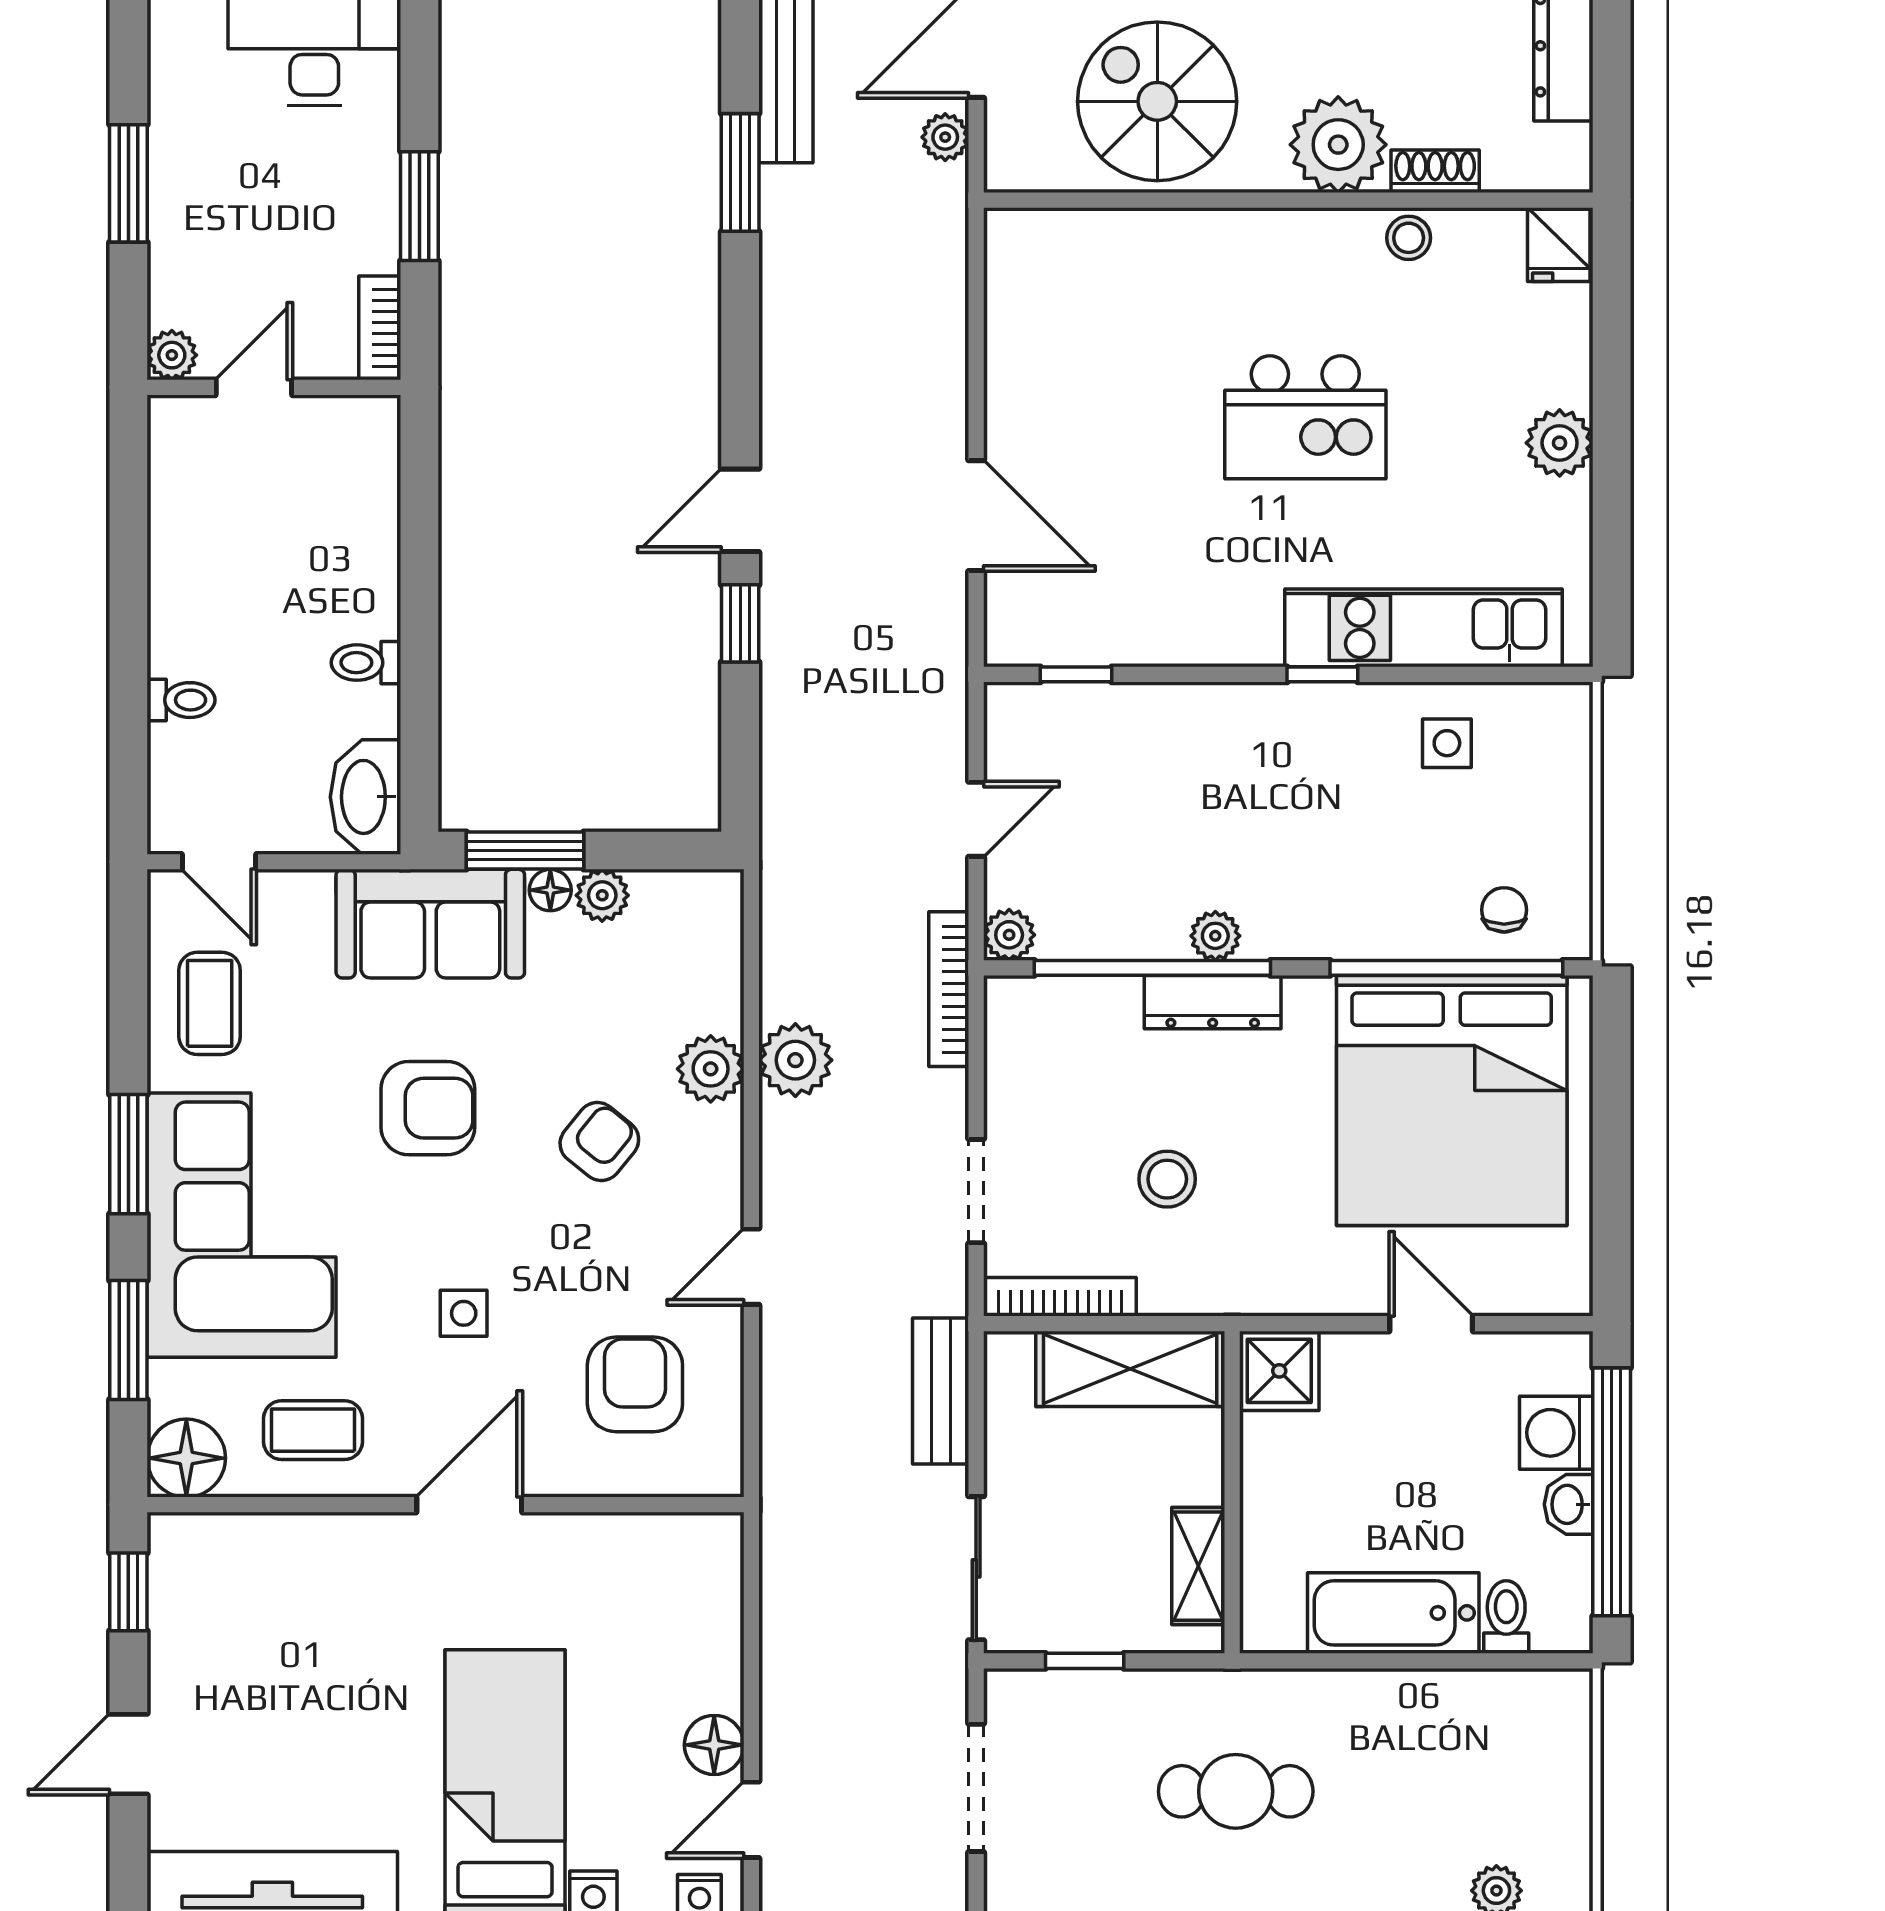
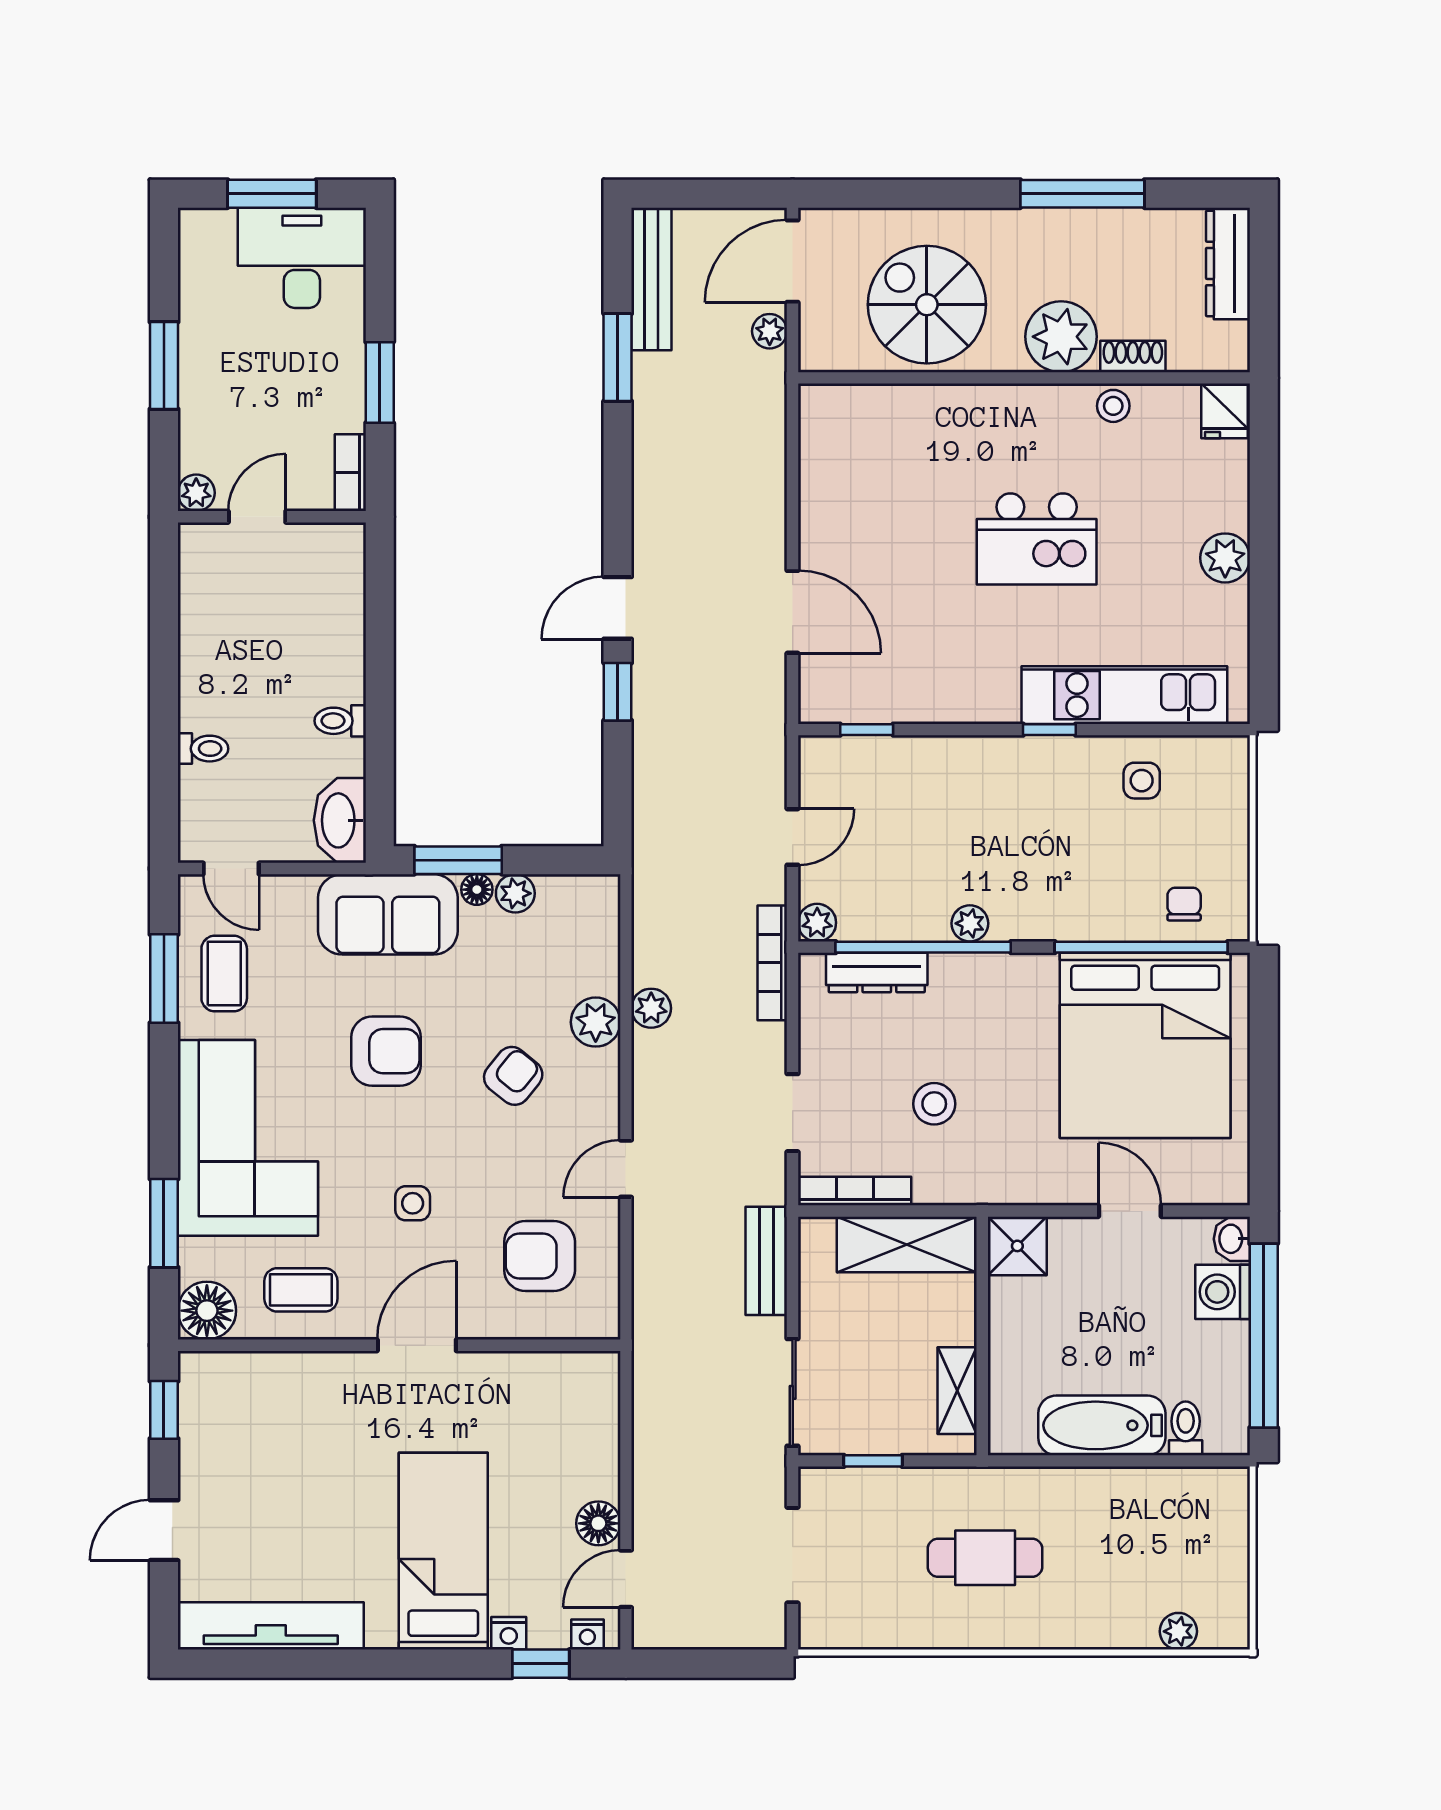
dresser: (1213, 1002) -> (877, 973), moved
plant: (795, 1060) -> (651, 1008), width x0.73, depth x0.73
window: (128, 1154) -> (164, 979), moved
armchair: (635, 1384) -> (540, 1256), turned -90
washbasin: (1569, 1504) -> (1232, 1239), moved

